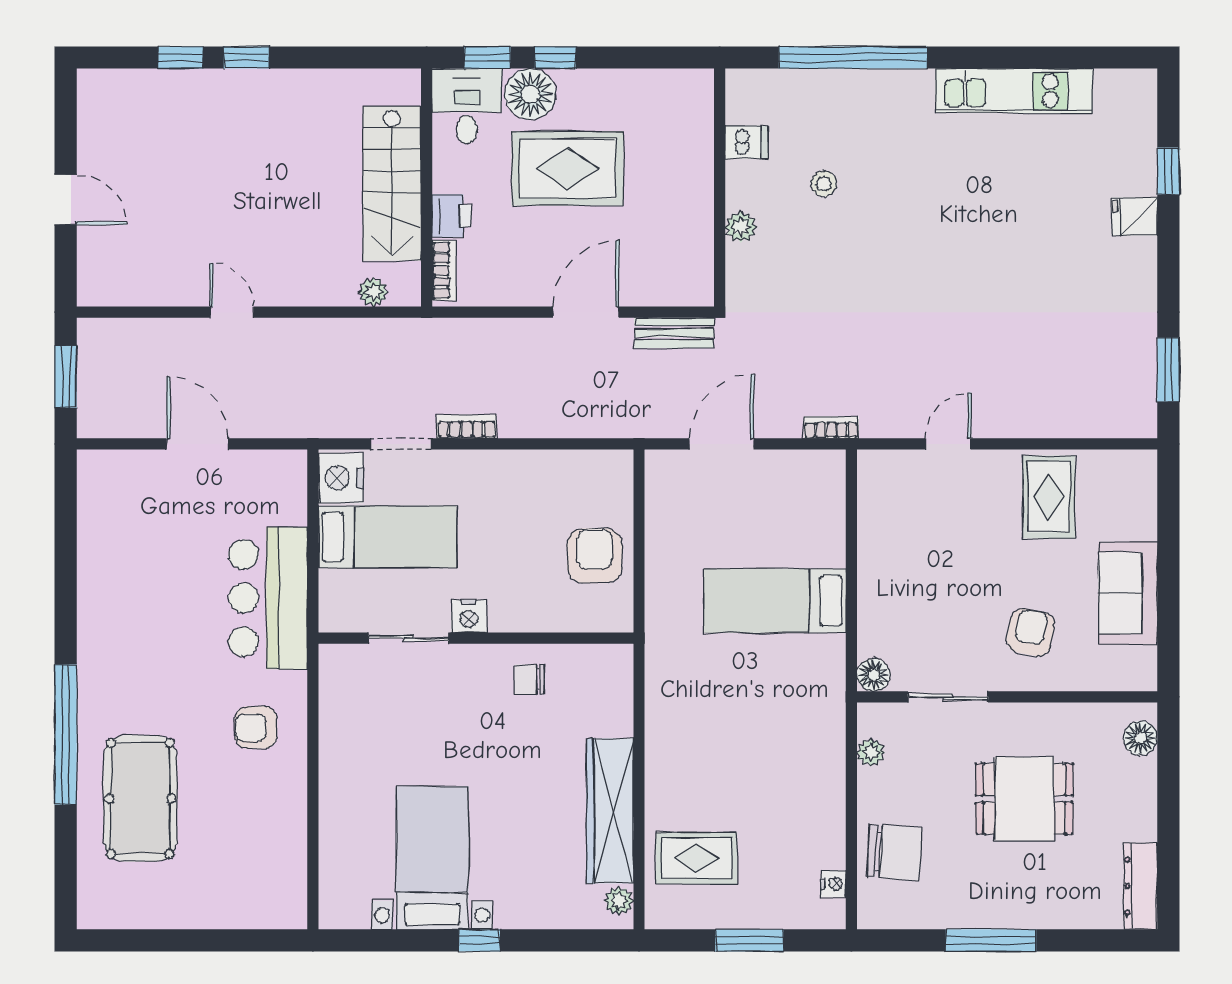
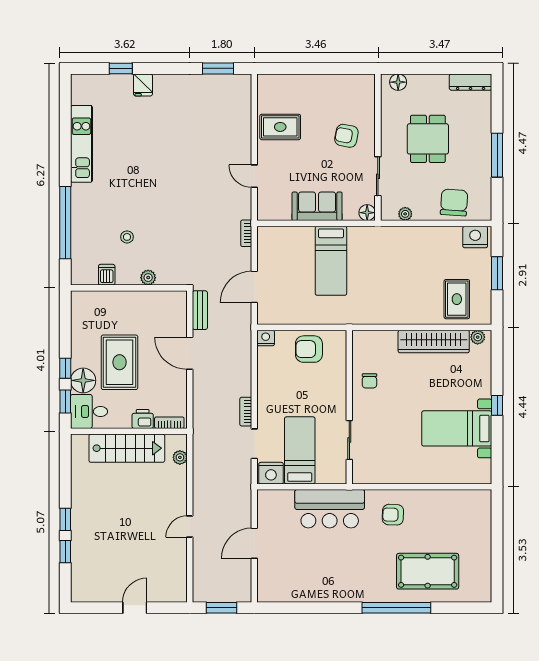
door: (722, 444) -> (254, 287), hinge flipped
sofa: (1128, 593) -> (317, 206), moved, turned 180
nightstand: (469, 616) -> (266, 338), moved, turned -90
armchair: (256, 727) -> (393, 515), turned 92
nightstand: (834, 884) -> (475, 237), width x1.89, depth x1.79

